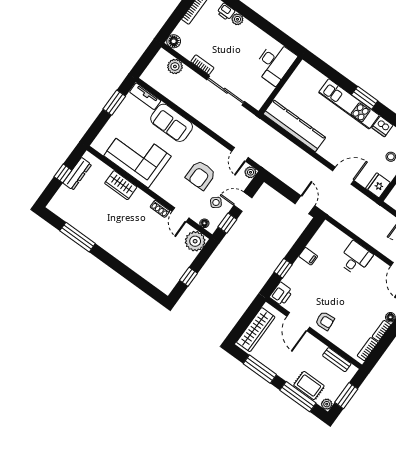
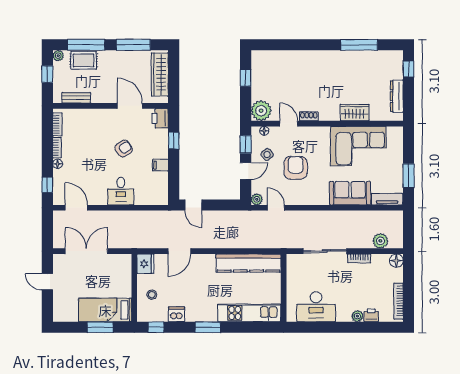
desk: (275, 63) -> (316, 307), moved, turned -90
kitchen unit: (349, 104) -> (249, 313), moved
window: (63, 173) -> (409, 69), moved
armchair: (325, 321) -> (124, 149), moved, turned 152
window: (346, 396) -> (47, 74), width x0.67

